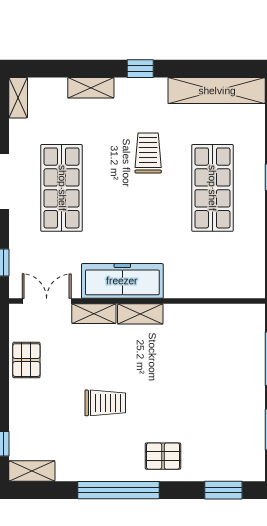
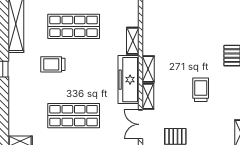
shelving: (91, 88) -> (133, 41), moved

